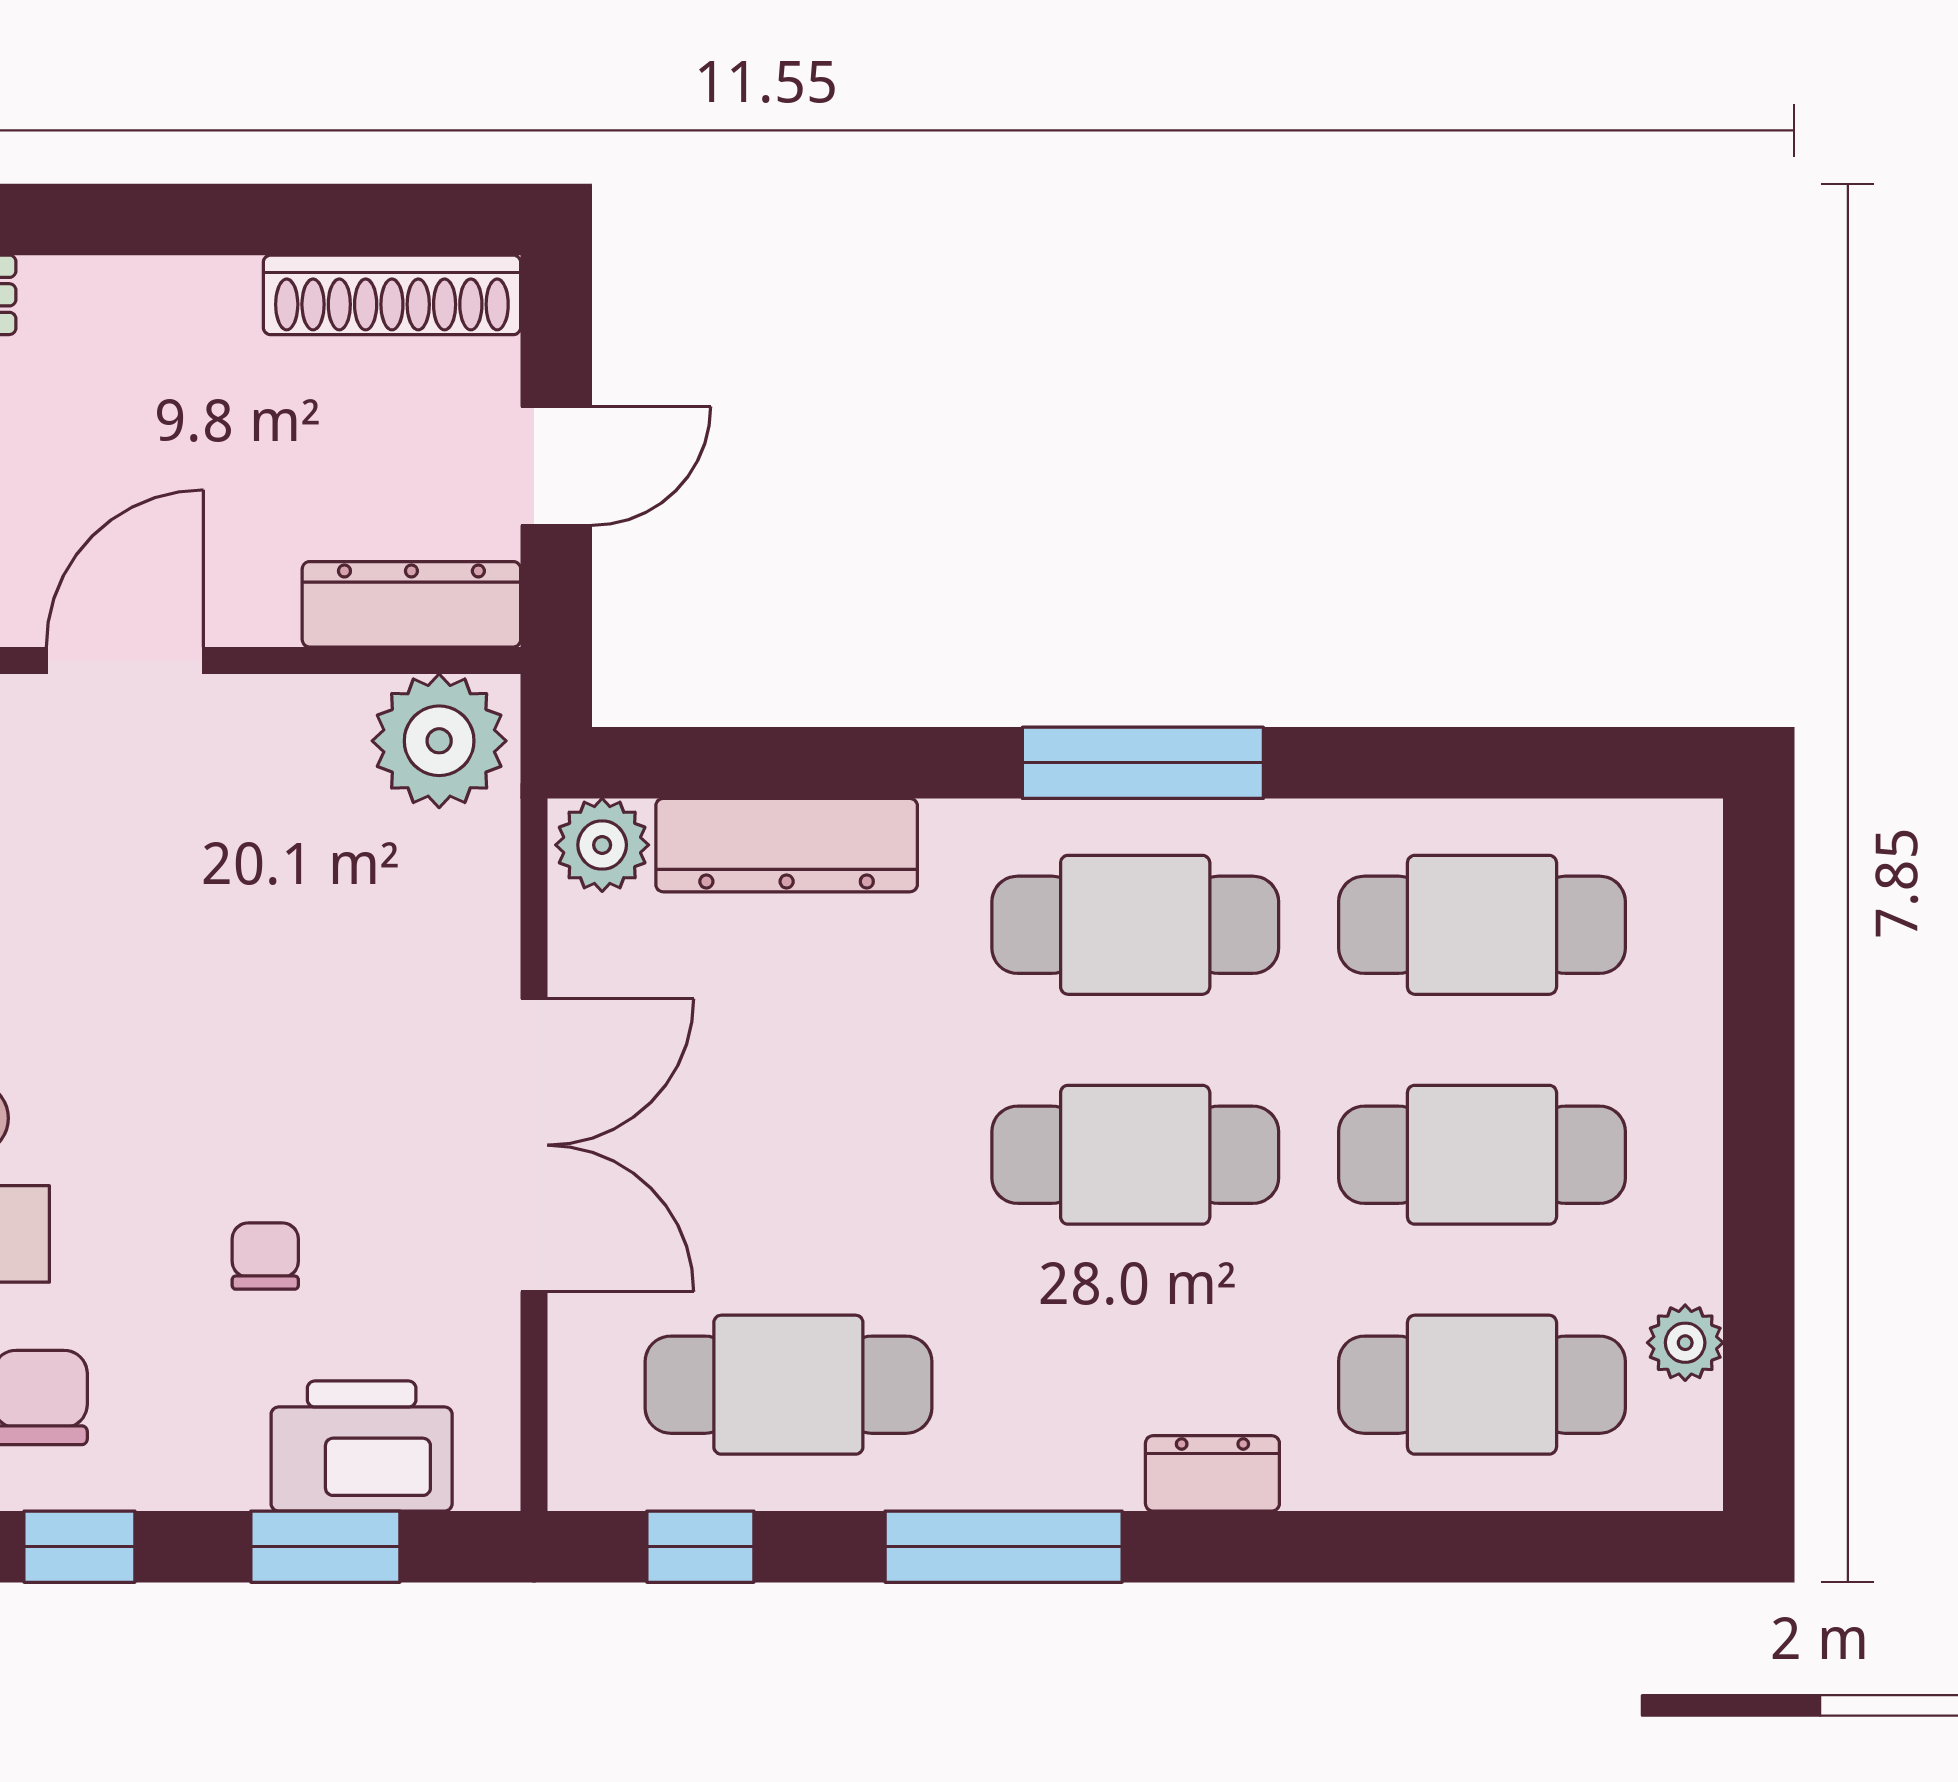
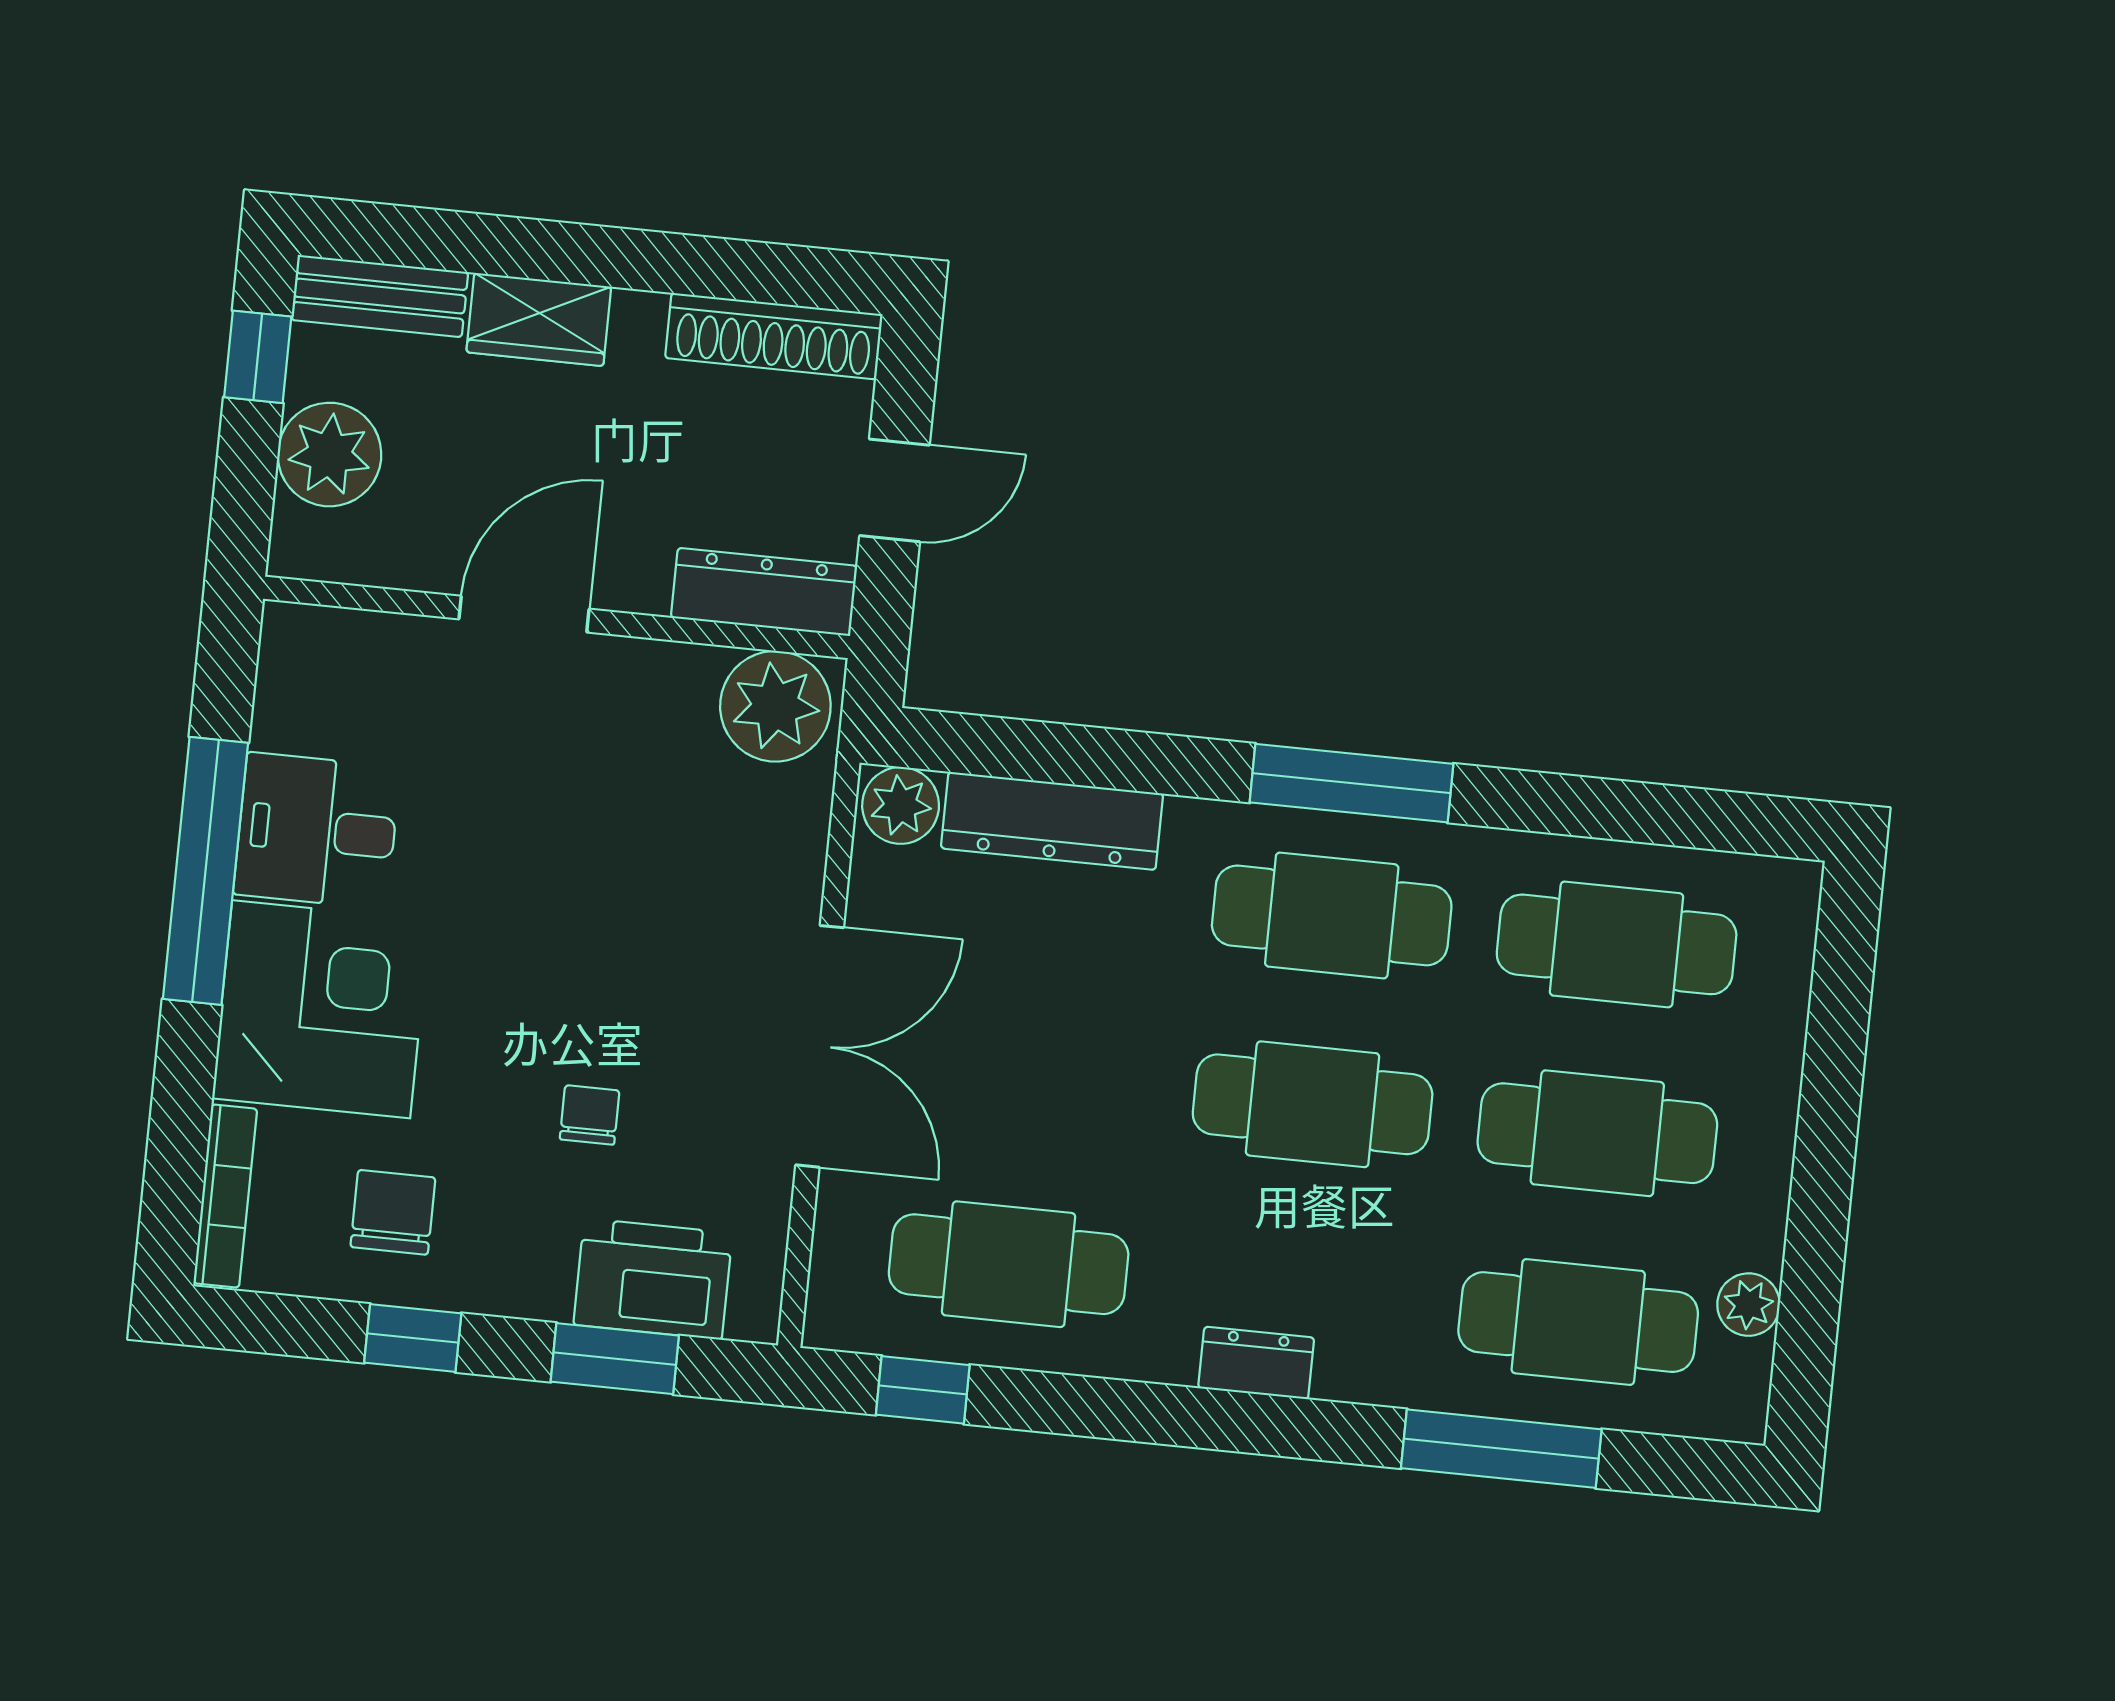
wardrobe: (107, 304) -> (539, 319), added
dresser: (1212, 1473) -> (1256, 1363), moved
window: (1004, 1547) -> (1501, 1449), moved

